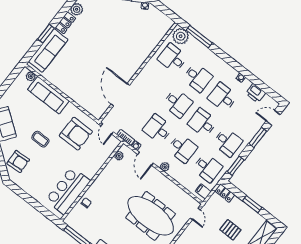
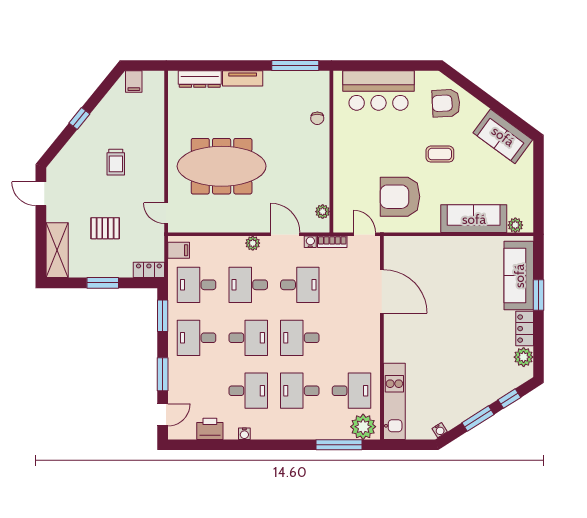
kitchen unit: (156, 37) -> (394, 401), added
bar counter: (68, 191) -> (379, 91), moved, turned 90

